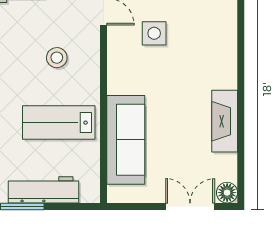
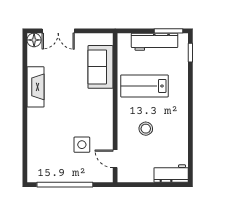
lab bench: (59, 123) -> (144, 86), turned 180
sofa: (126, 140) -> (100, 67), width x0.73

